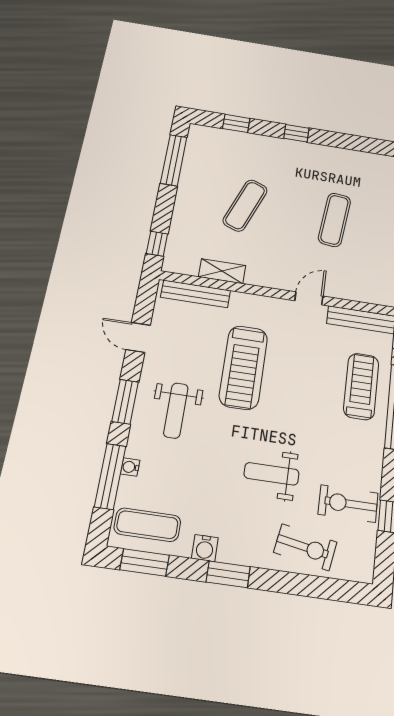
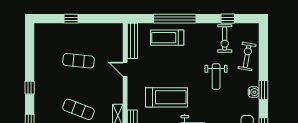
water cooler: (205, 548) -> (254, 92), moved

